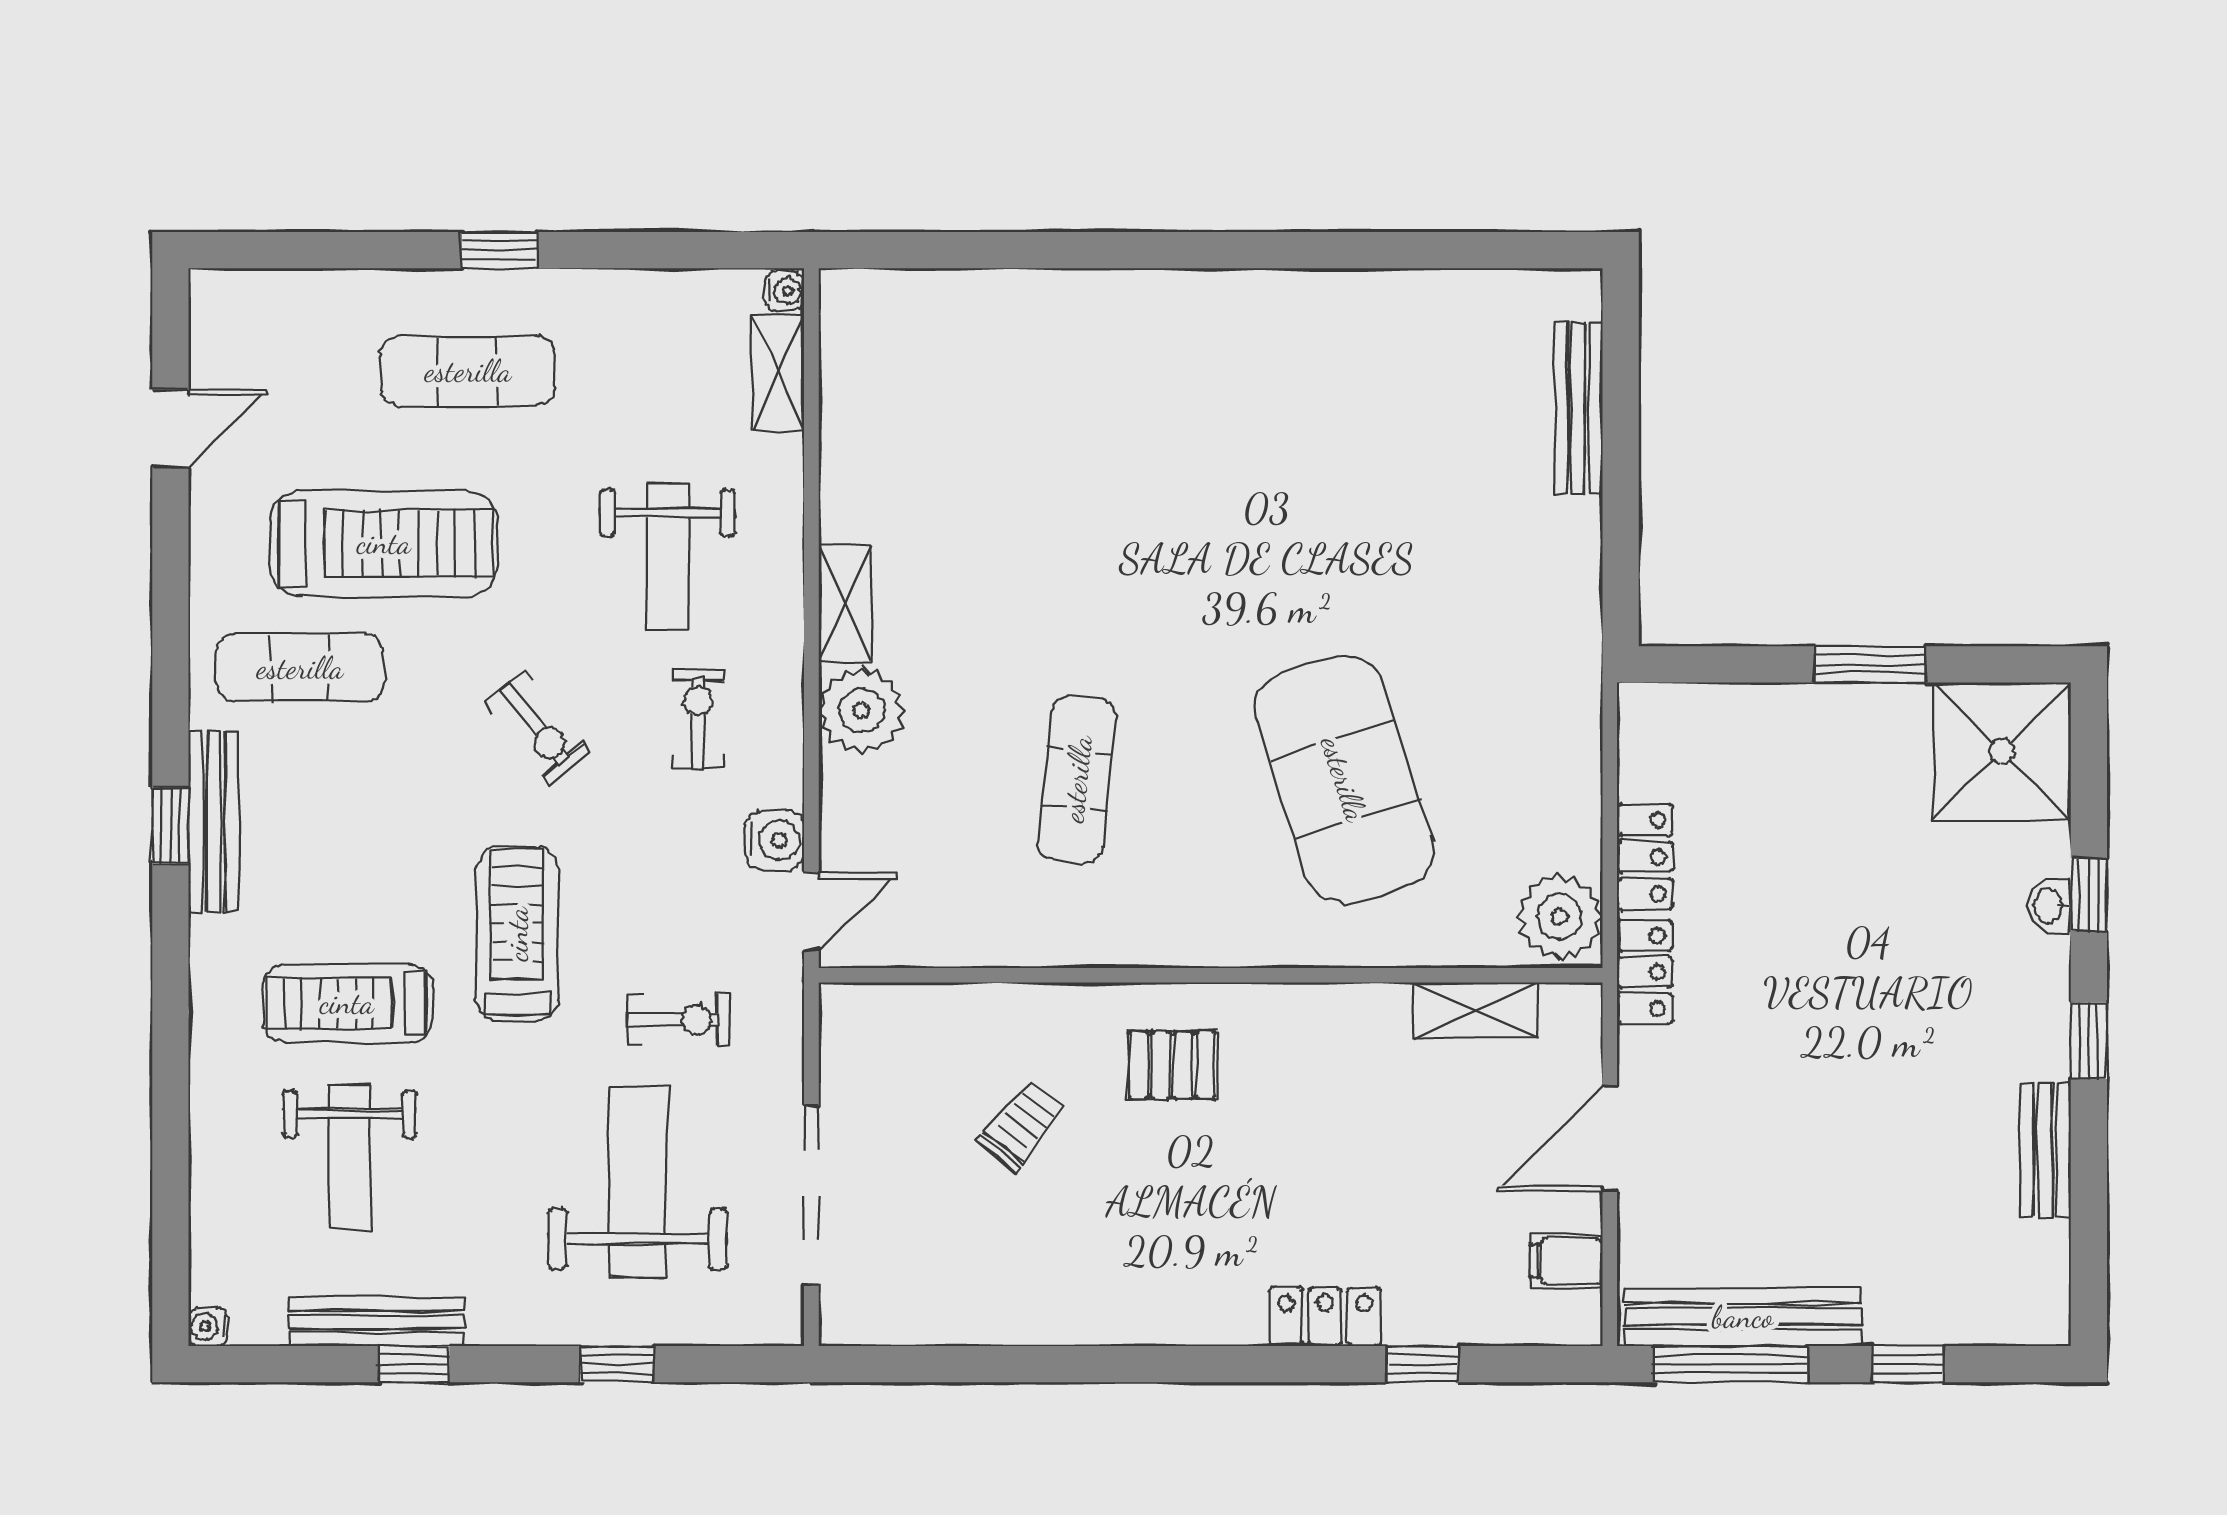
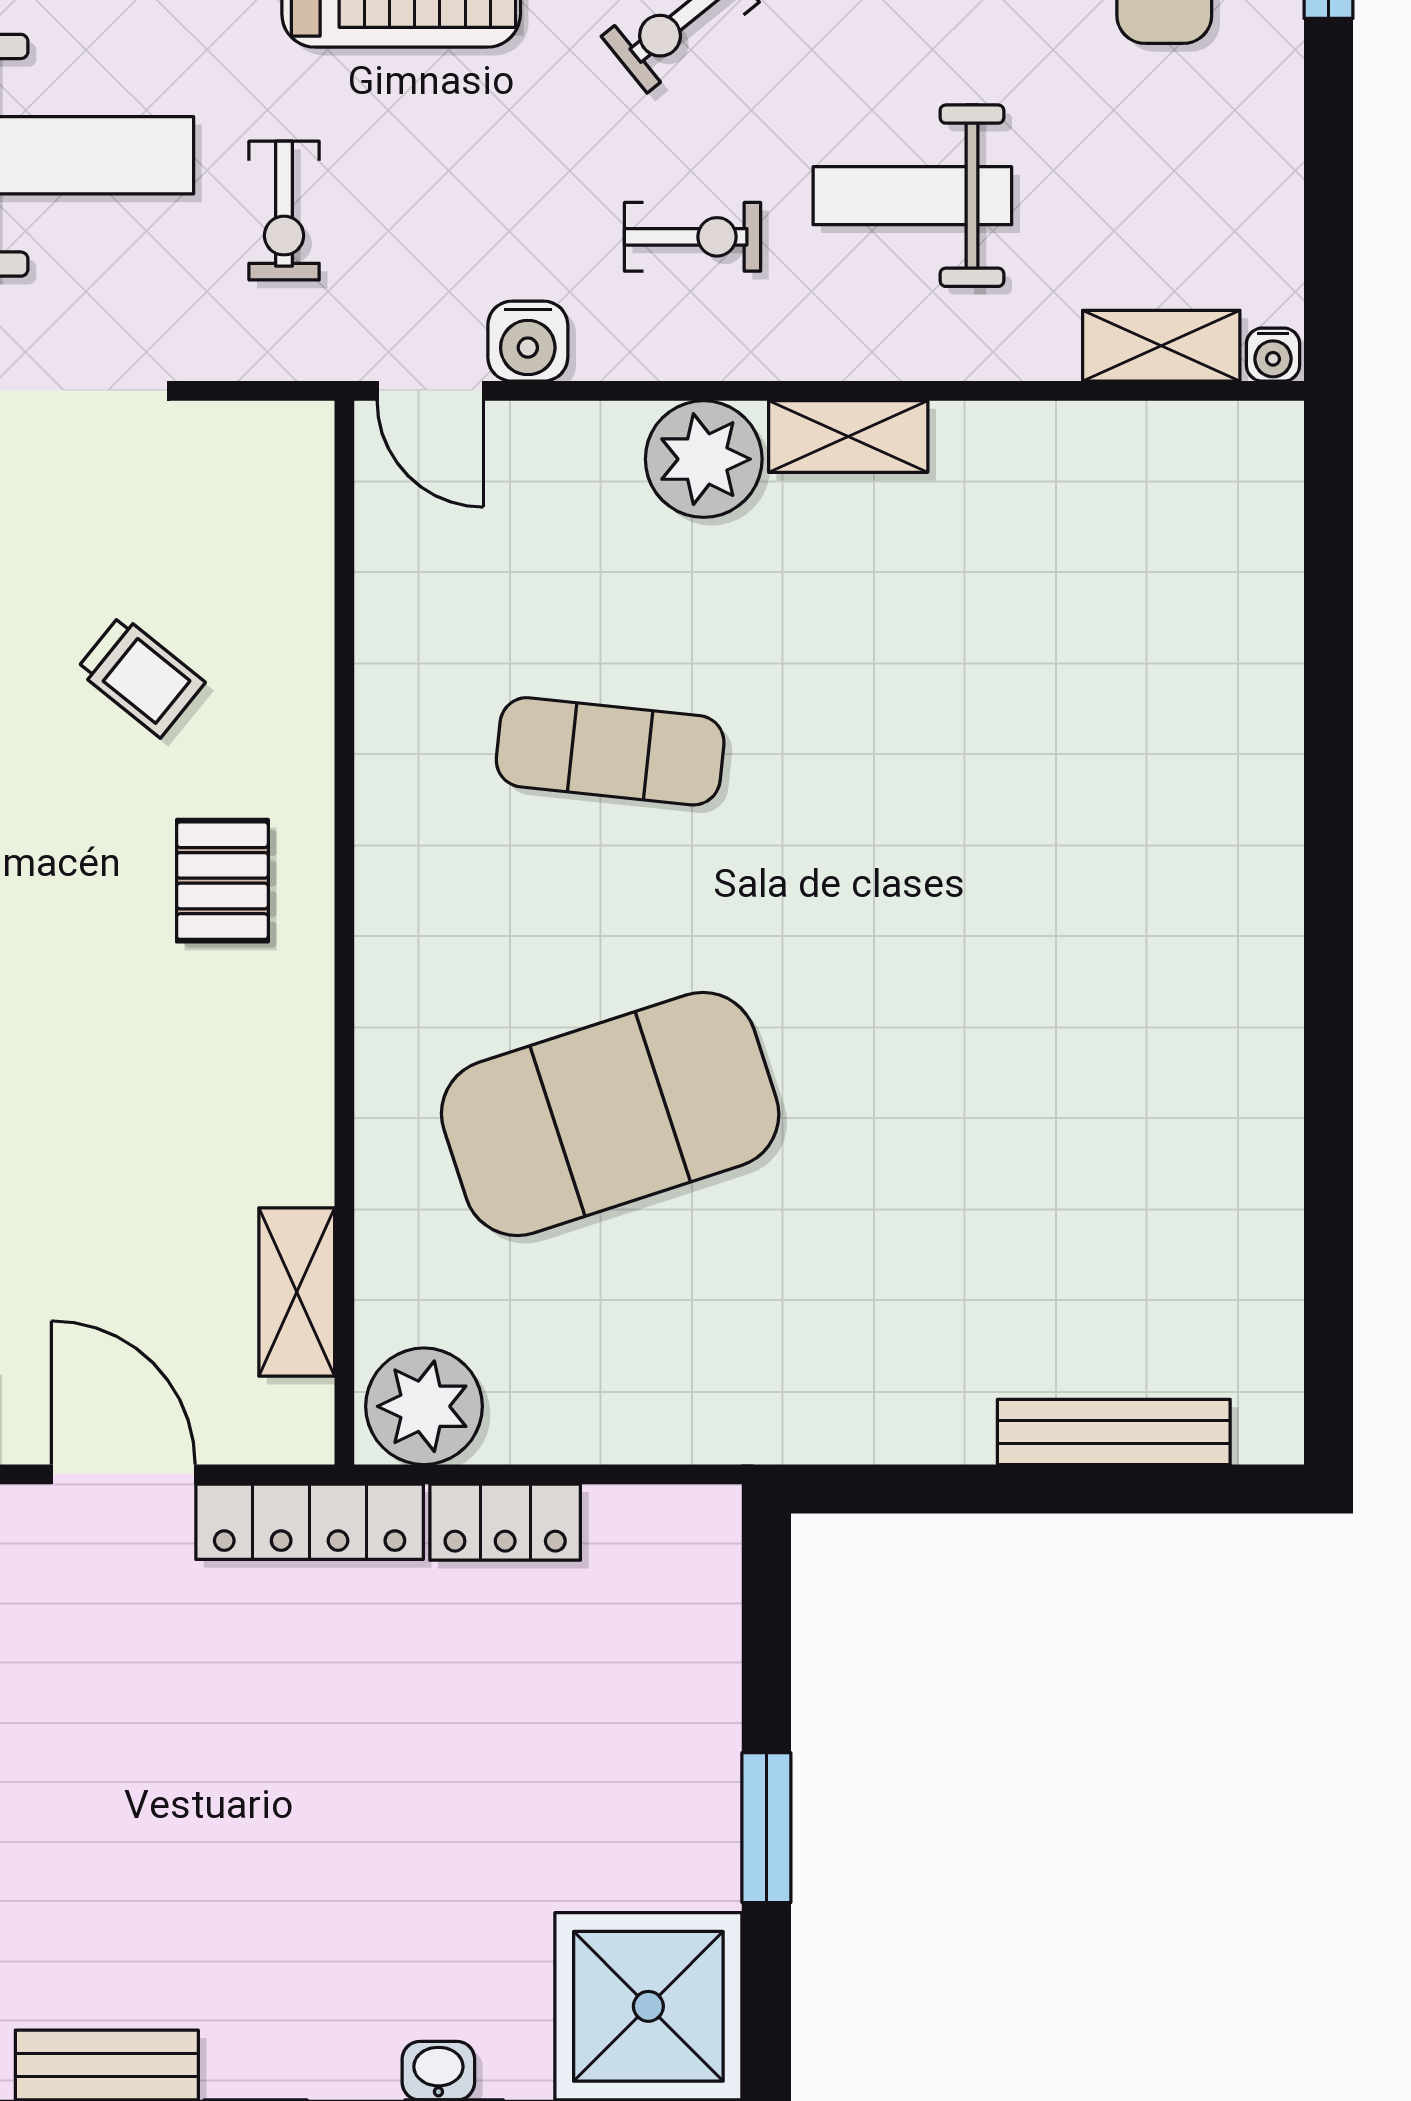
locker: (1645, 972) -> (310, 1522), width x1.53

